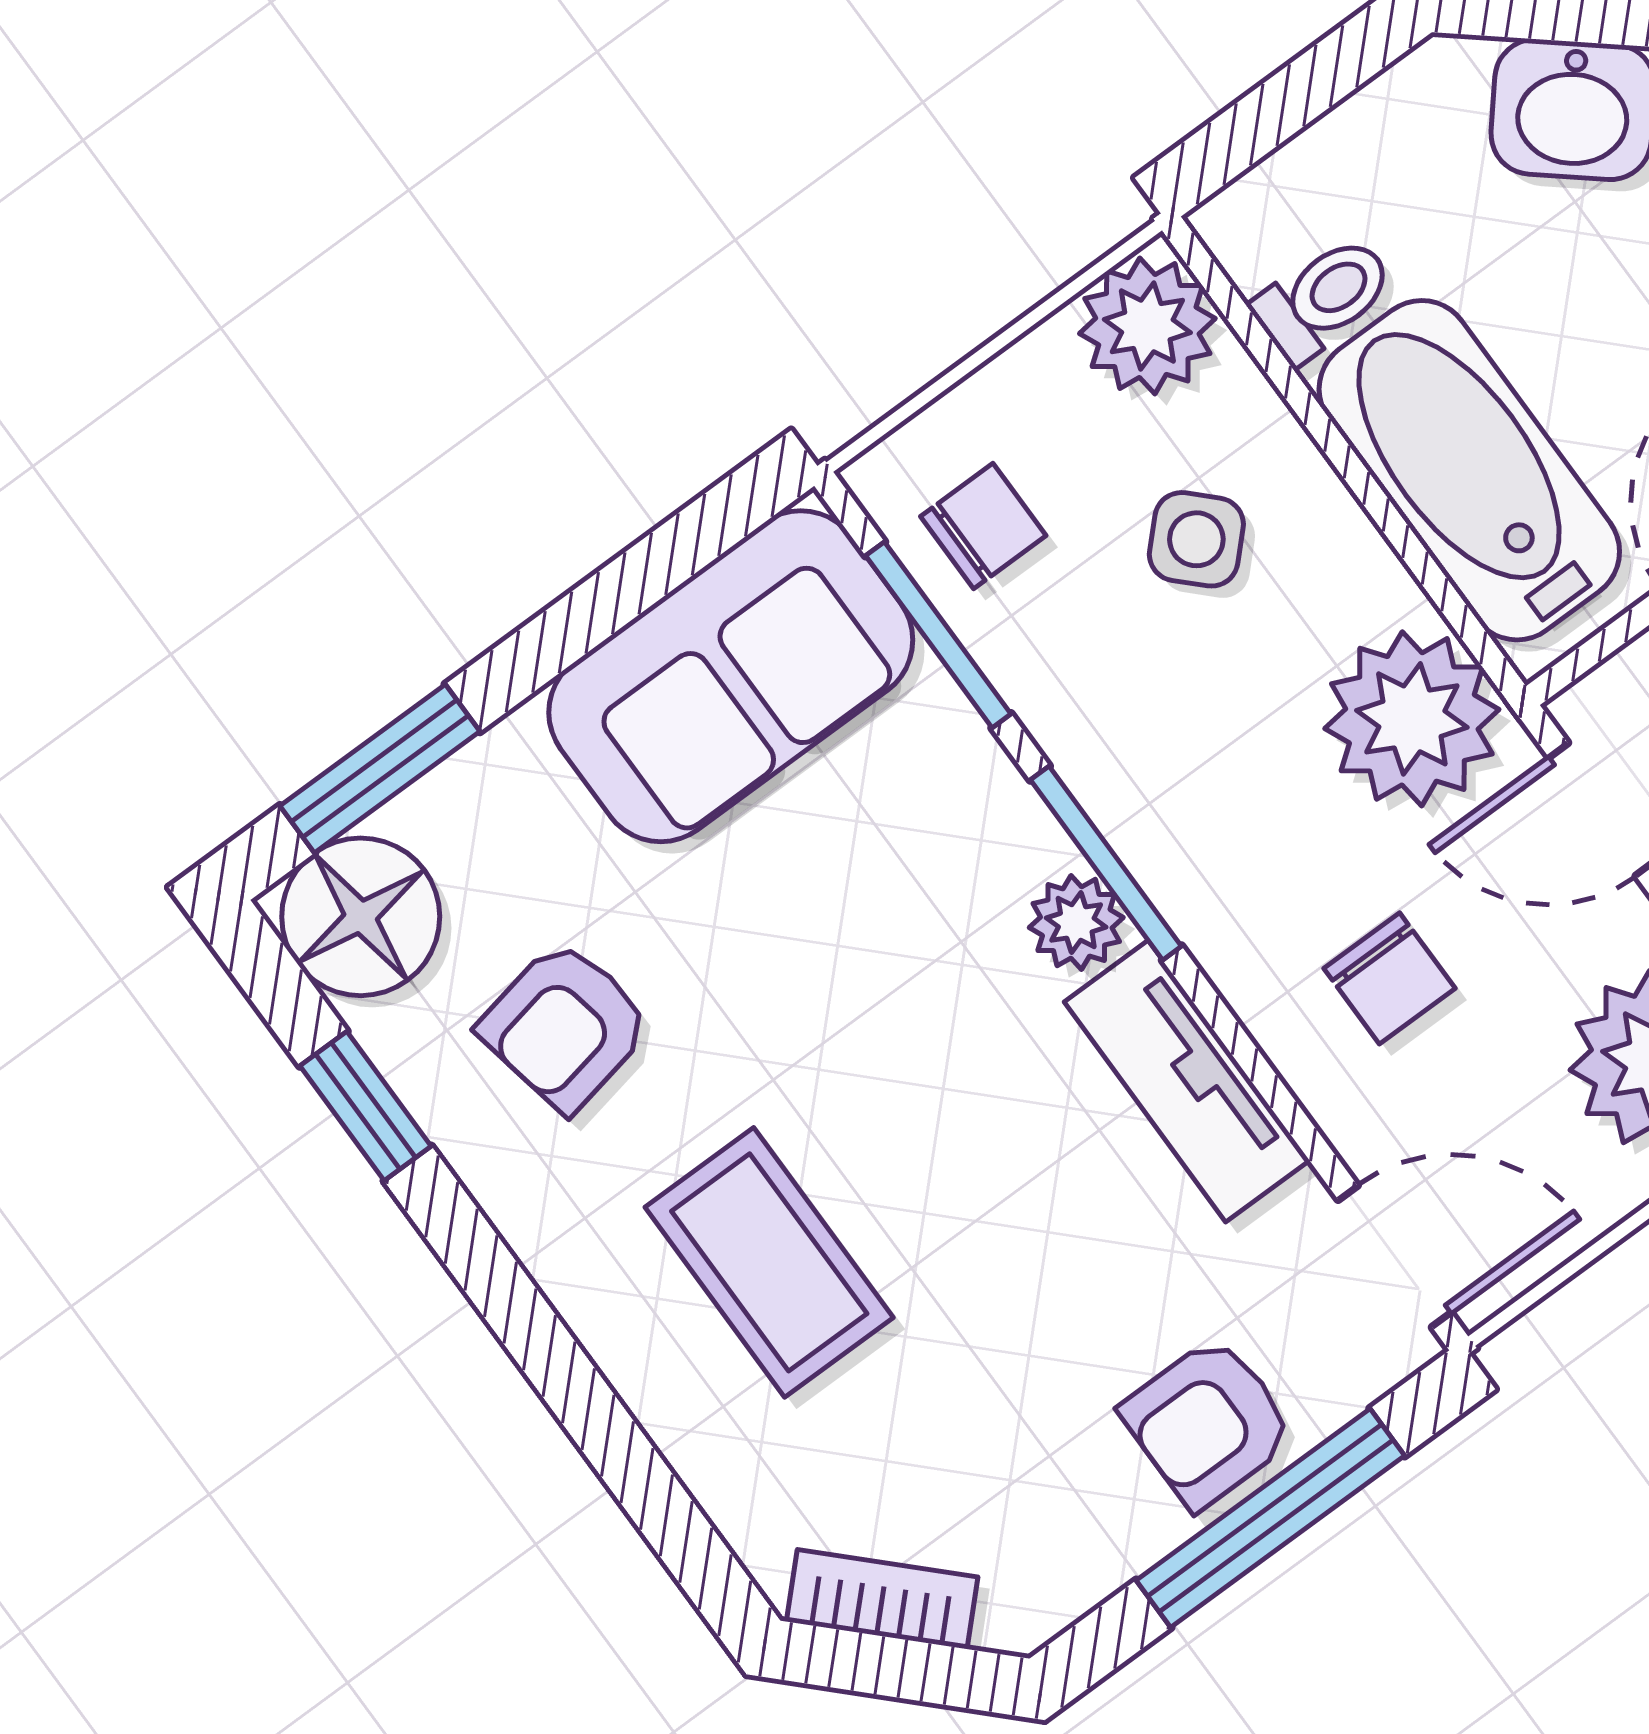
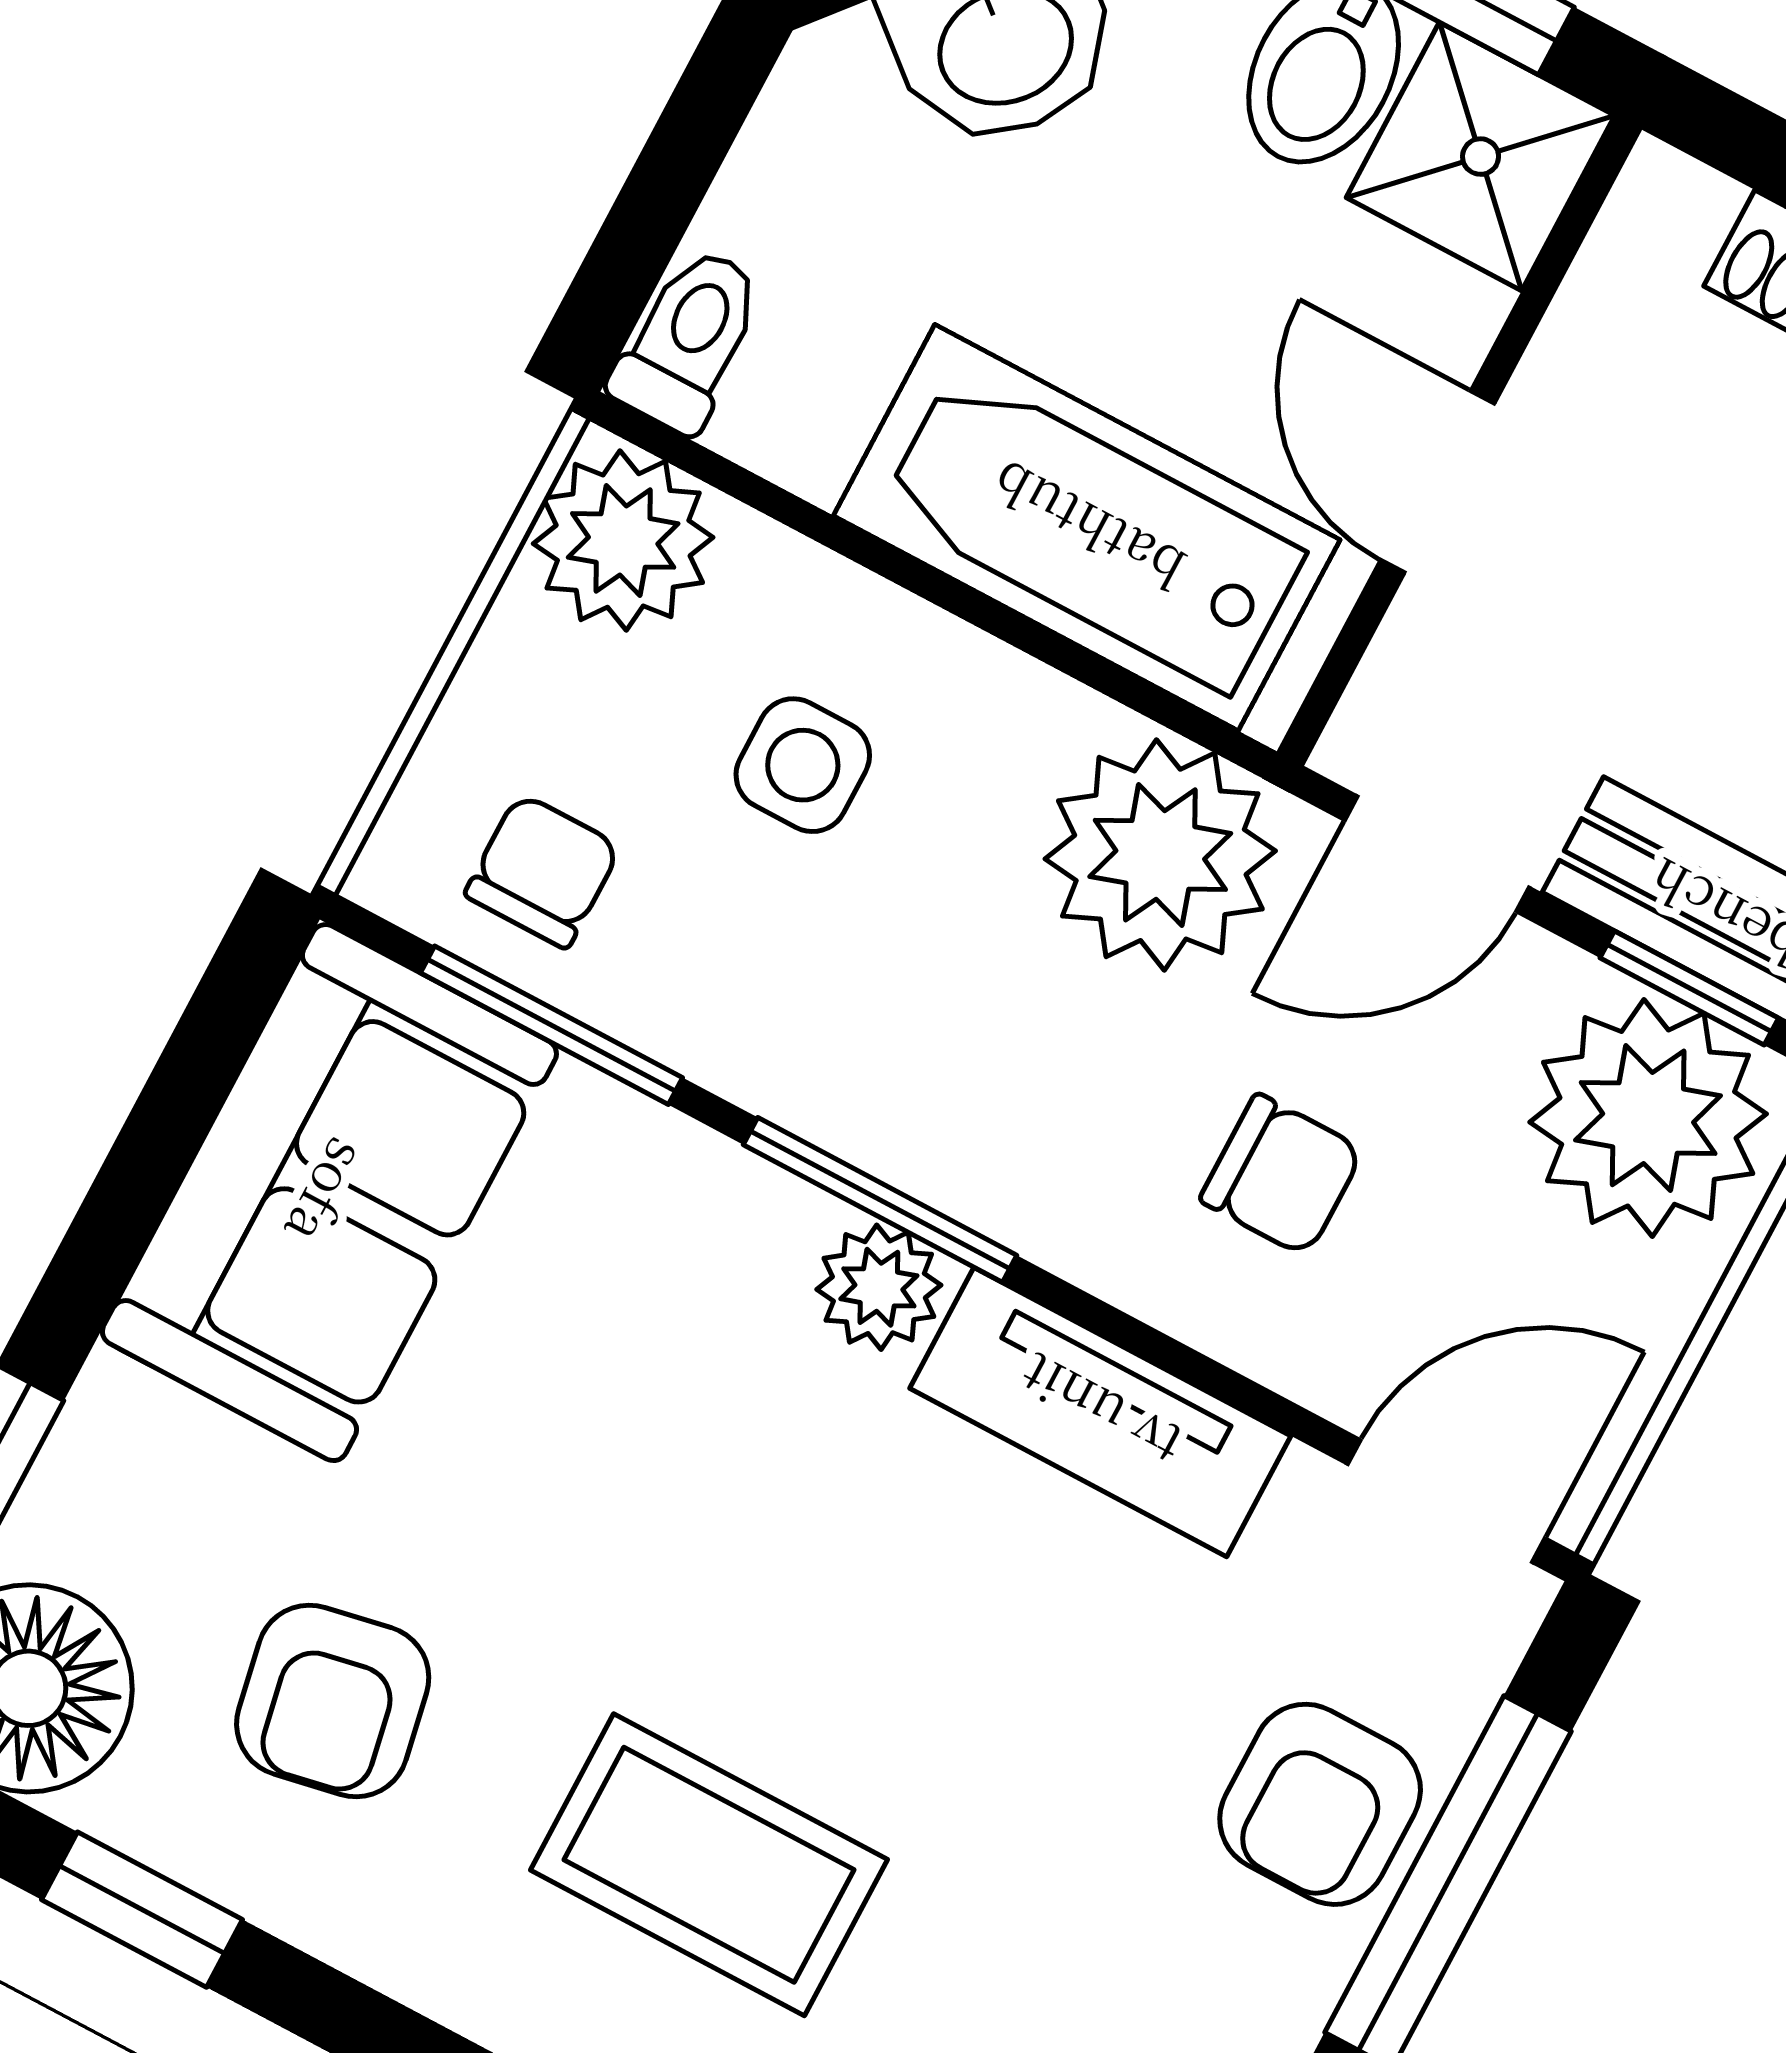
toilet: (1324, 298) -> (689, 340), moved
side table: (1196, 539) -> (803, 765), turned 45

